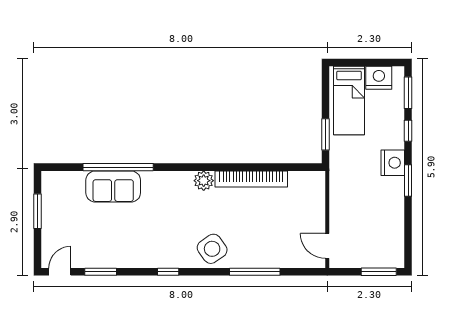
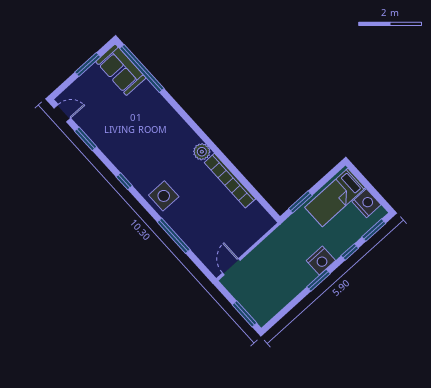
window: (118, 167) -> (142, 68), moved
sofa: (113, 186) -> (121, 70), moved
side table: (212, 249) -> (164, 196), turned 35

